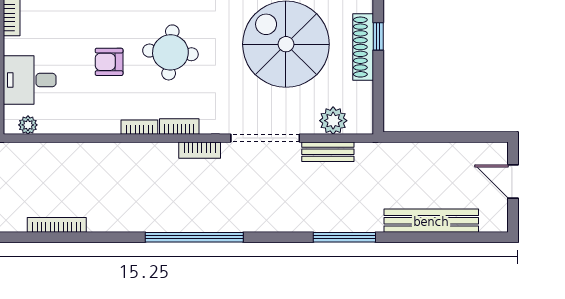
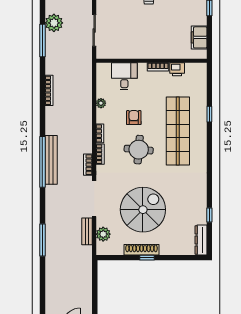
plant: (28, 125) -> (101, 103), moved
bench: (431, 221) -> (51, 160), moved

